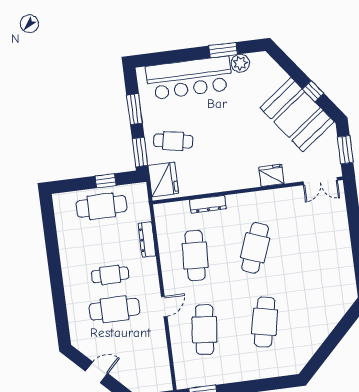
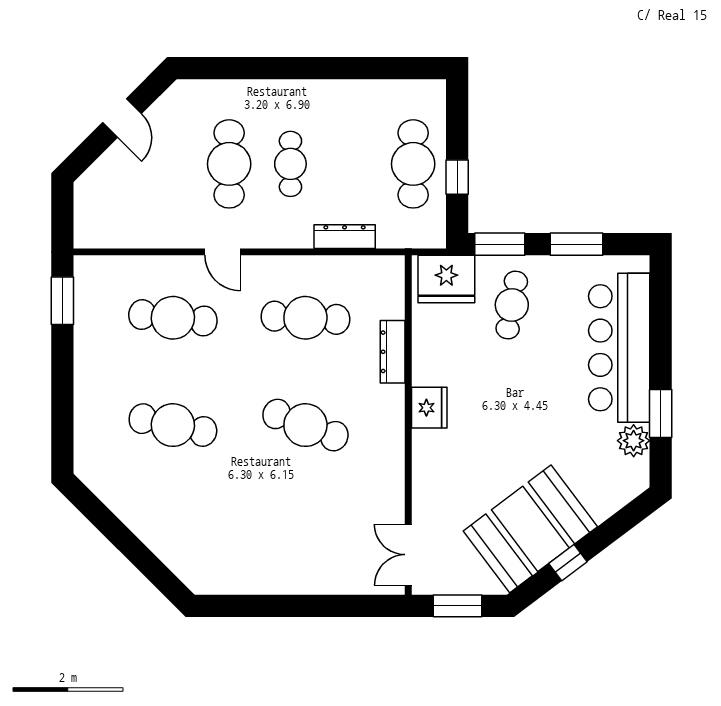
fridge: (271, 175) -> (429, 408), moved

